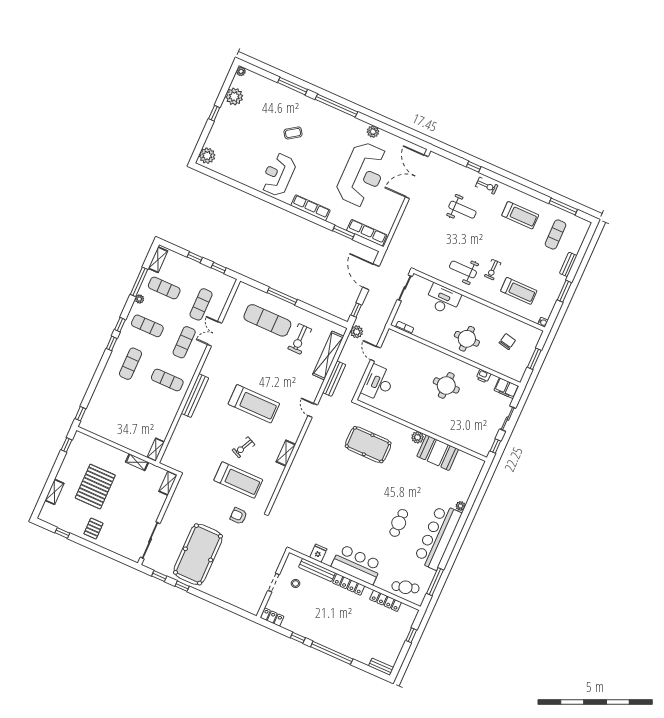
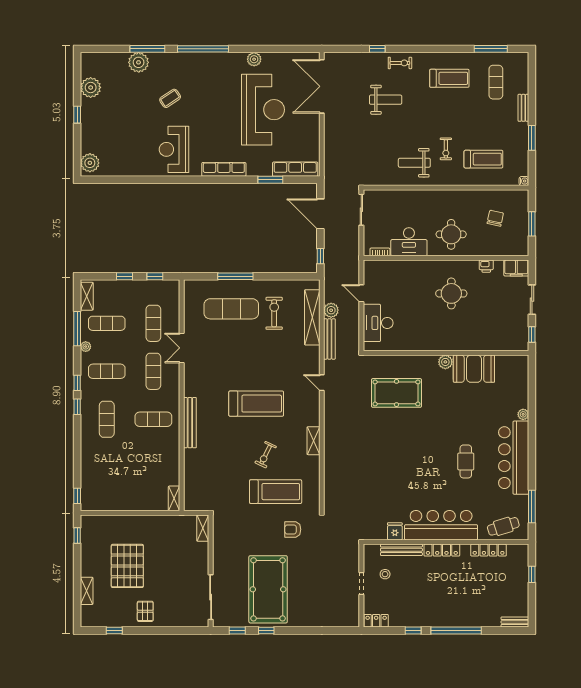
plant: (241, 71) -> (139, 62), moved, width x1.87, depth x1.87
desk: (443, 299) -> (409, 242), moved, turned 180
plant: (357, 332) -> (331, 310), moved
exercise bike: (300, 339) -> (274, 313), turned 180
shelving: (137, 462) -> (160, 520), removed
bar counter: (357, 564) -> (441, 525), width x1.36

